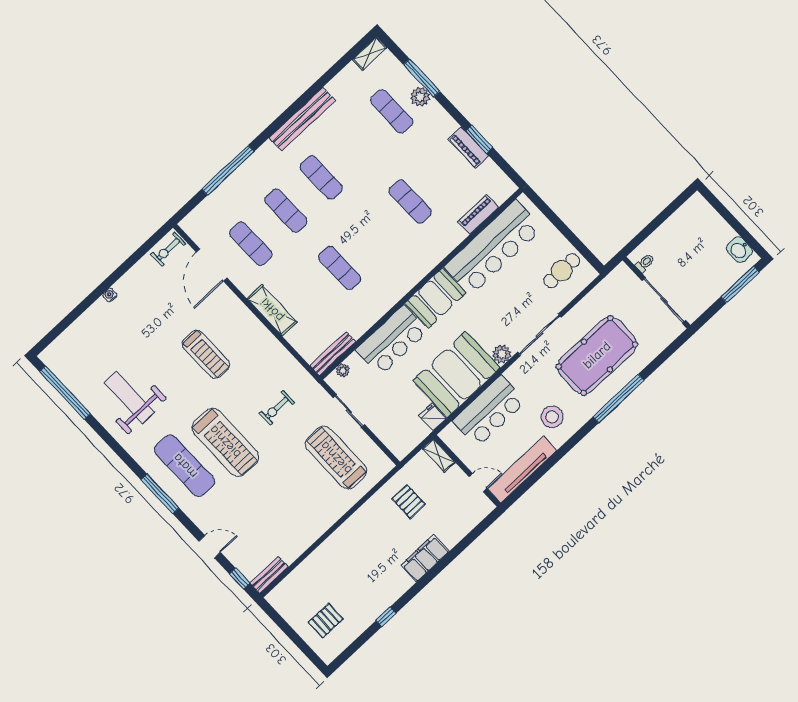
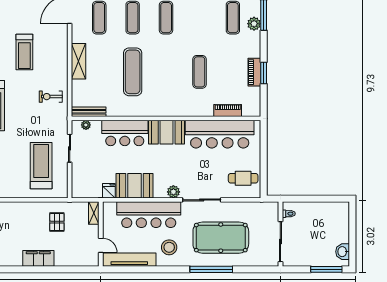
exercise mat: (340, 268) -> (133, 72), width x1.36, depth x1.45
booth: (456, 374) -> (134, 186), width x0.73, depth x0.70
exercise bike: (277, 408) -> (51, 97), moved
bar counter: (489, 411) -> (149, 215), width x1.36

